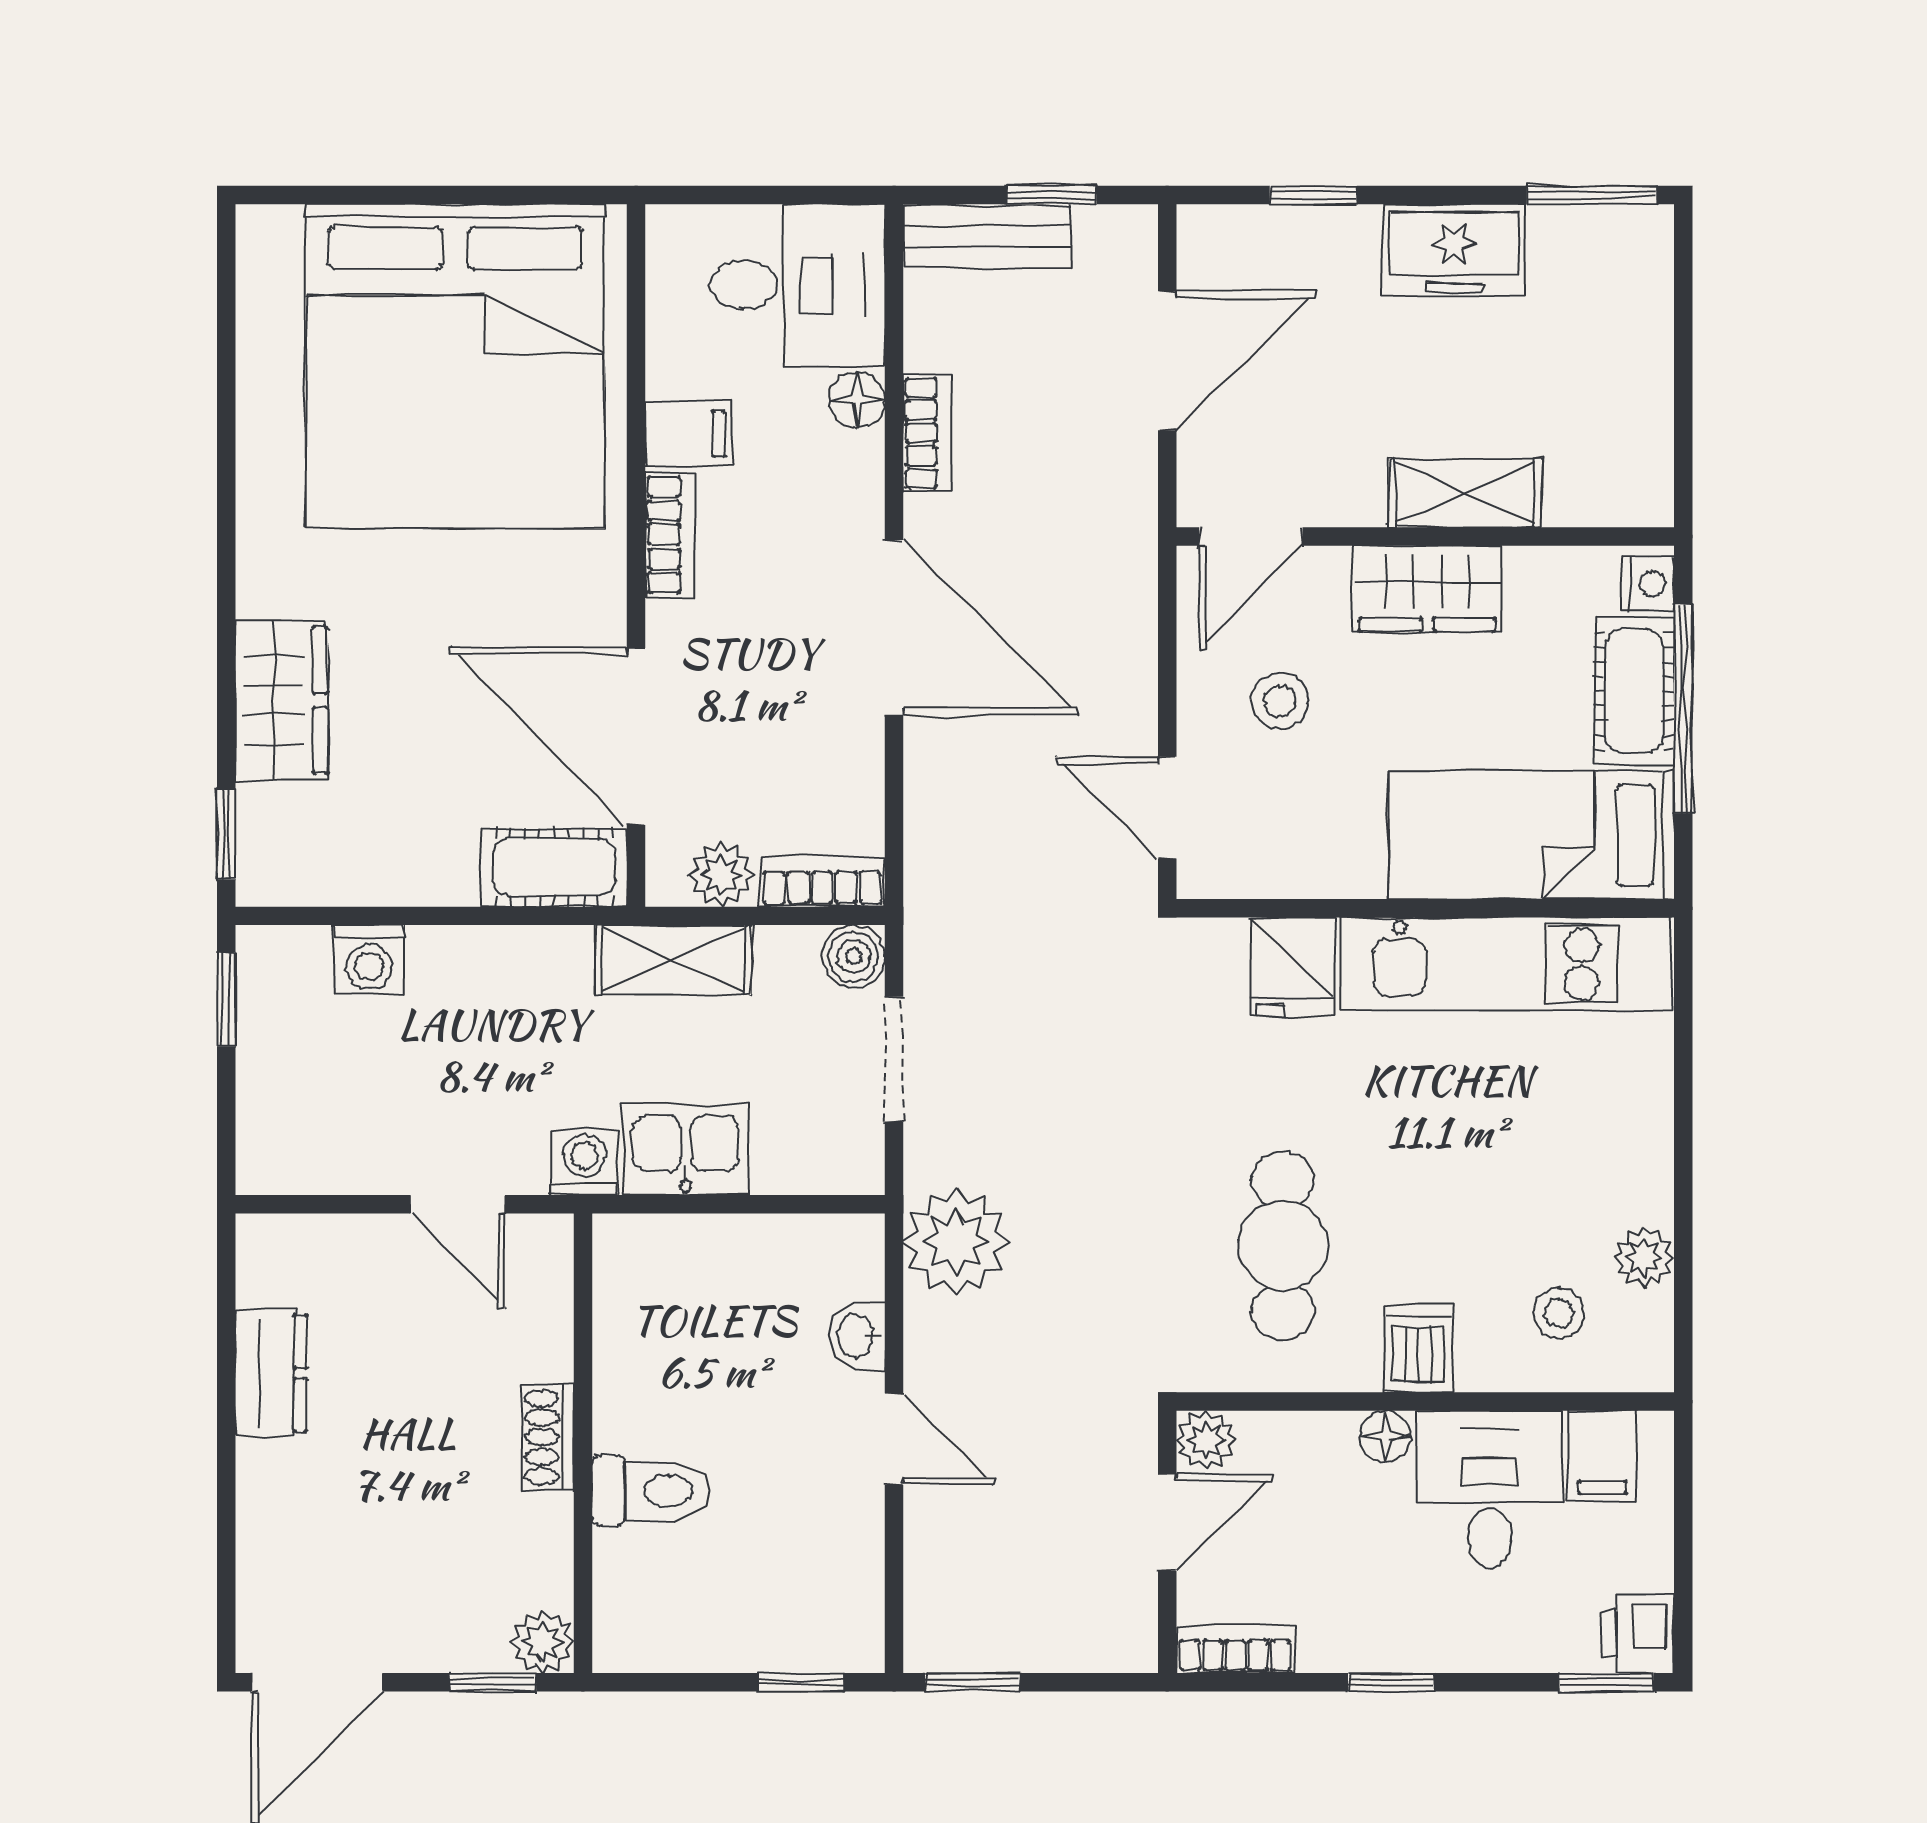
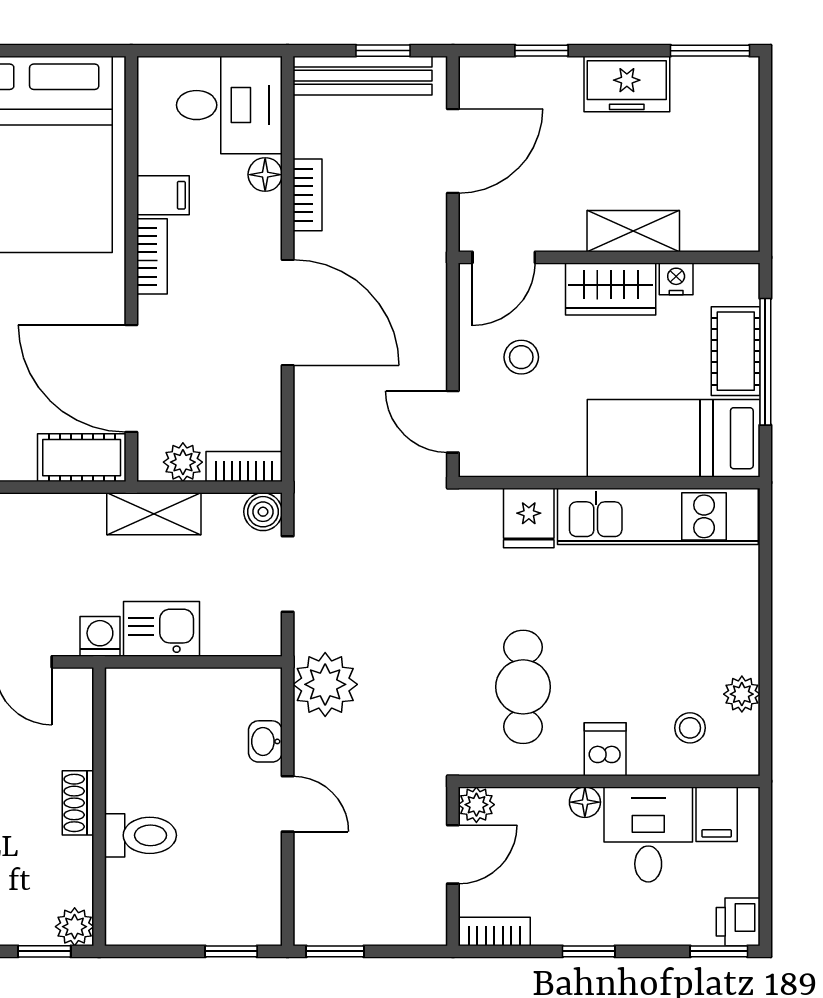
bench: (987, 236) -> (362, 76), width x1.36
nightstand: (1648, 584) -> (676, 279), moved, turned -90

